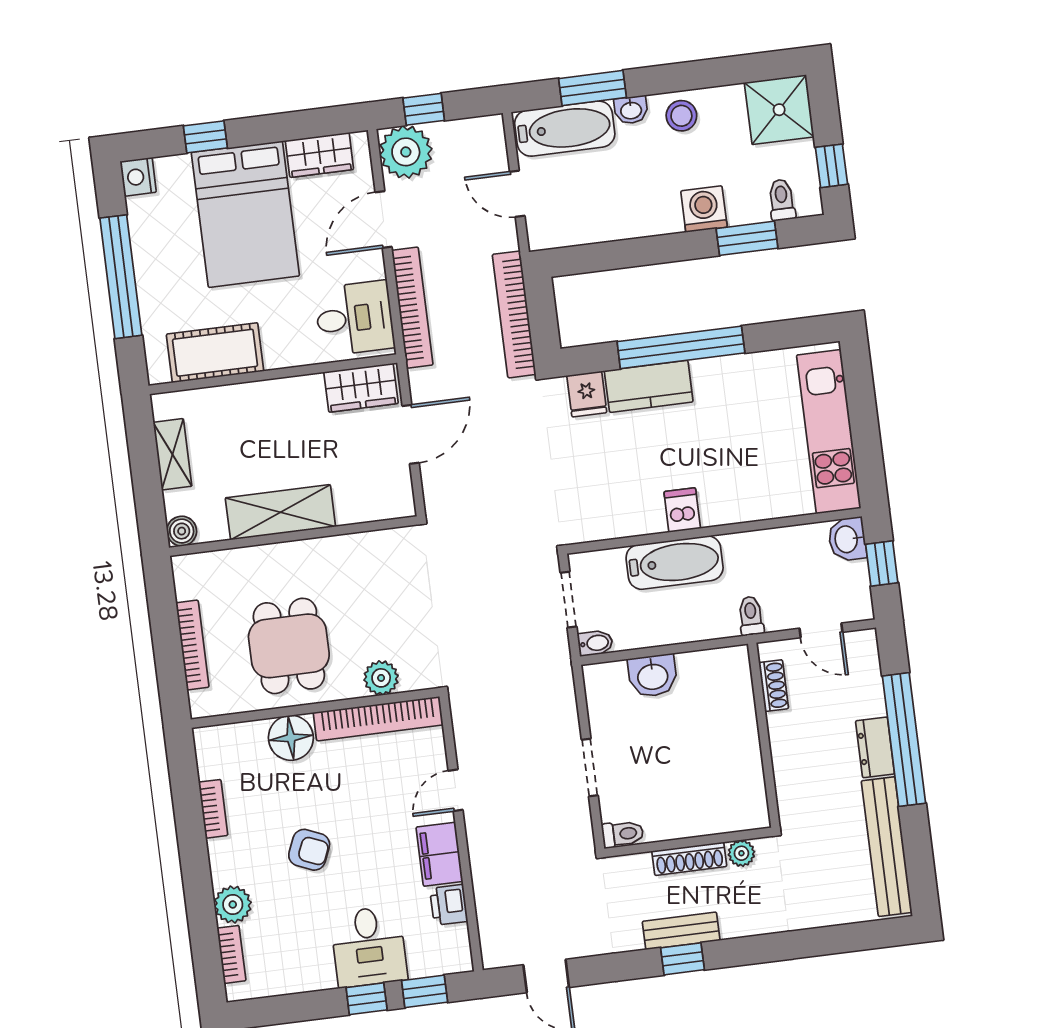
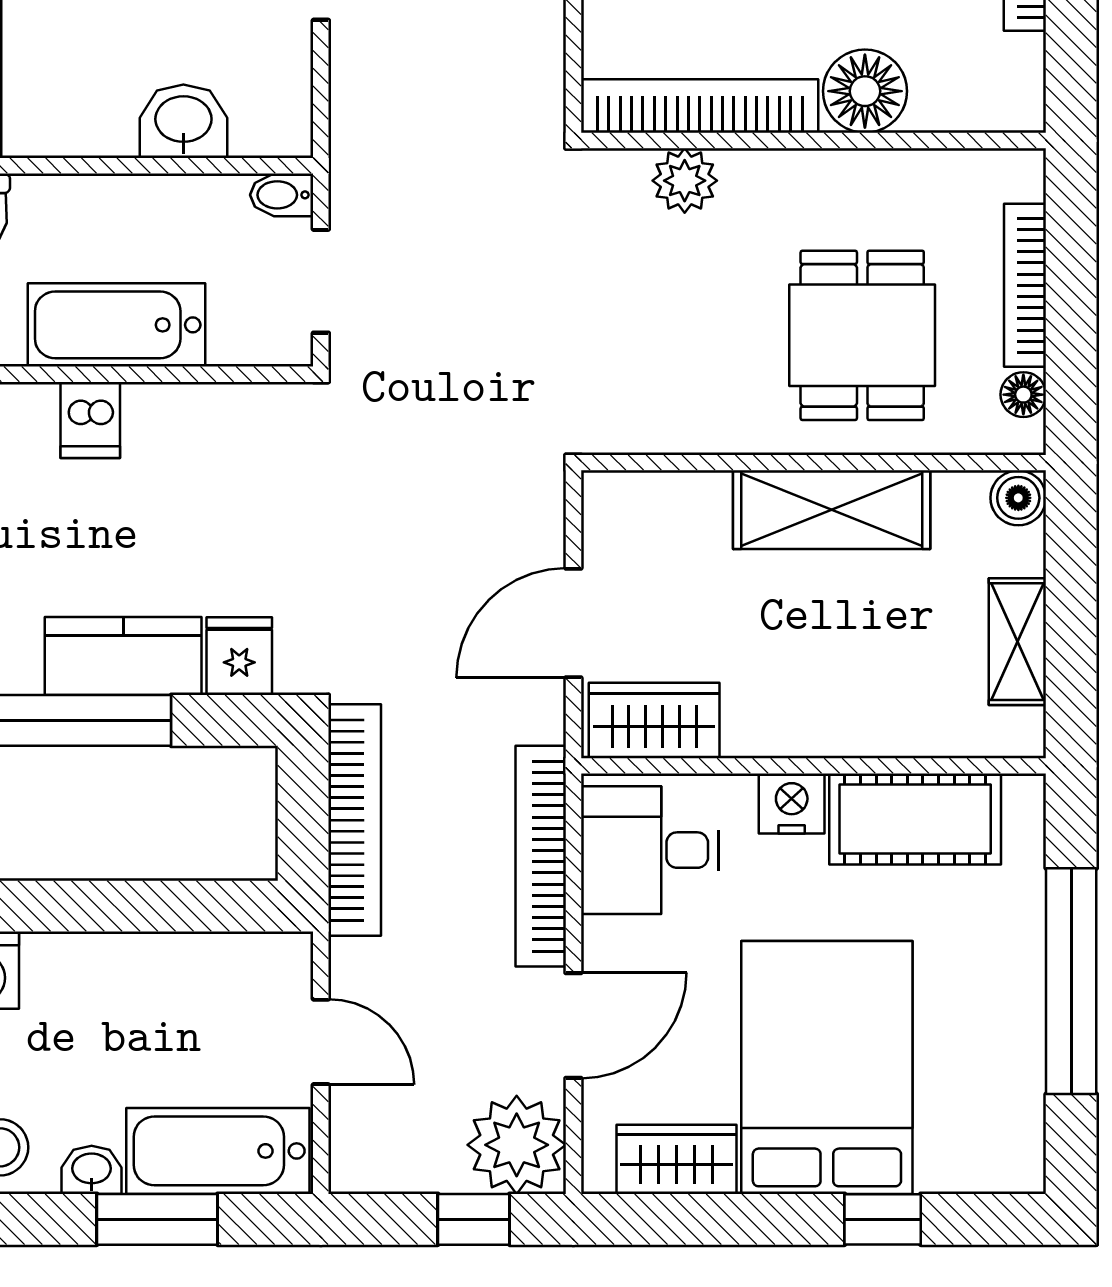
nightstand: (138, 177) -> (792, 803), moved, turned -90
floor lamp: (186, 587) -> (1023, 395), added
dining table: (289, 646) -> (862, 335), moved

